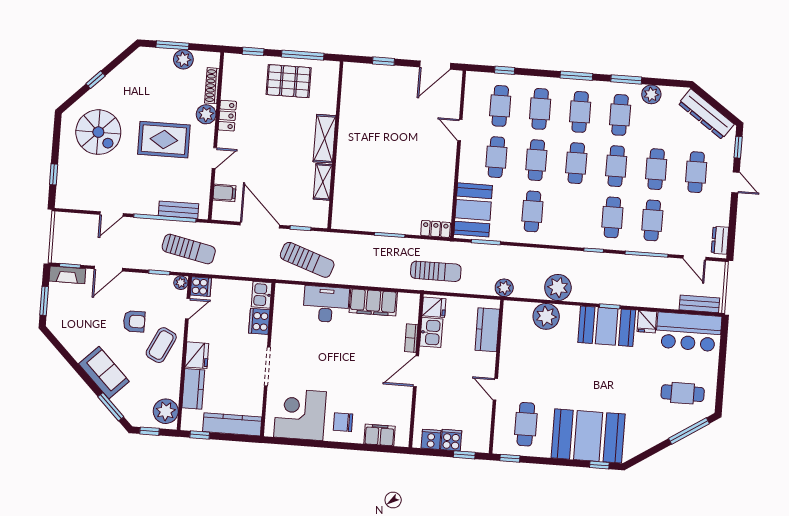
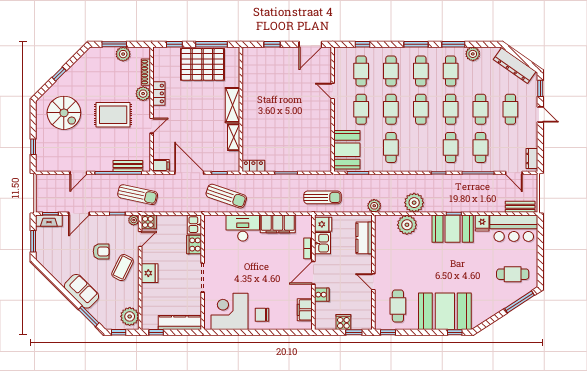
pallet: (289, 81) -> (202, 64), width x1.37, depth x1.41
filing cabinet: (224, 193) -> (161, 166), moved
locker: (436, 229) -> (253, 166), moved
kitchen counter: (193, 389) -> (149, 298), removed
filing cabinet: (379, 435) -> (305, 310), moved, turned -90
cooker: (431, 439) -> (322, 295), moved, turned 90

